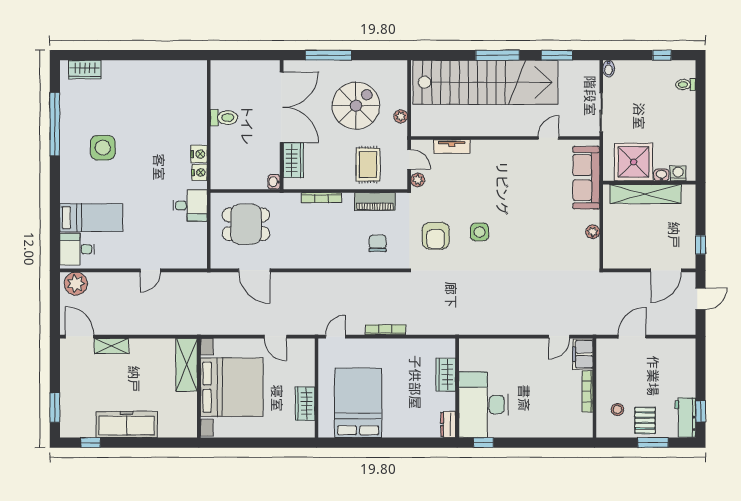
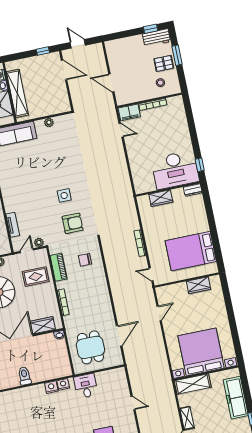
shelving: (187, 365) -> (193, 384), moved
bed with nightstands: (232, 387) -> (201, 352), moved
wall: (199, 388) -> (206, 373), moved

